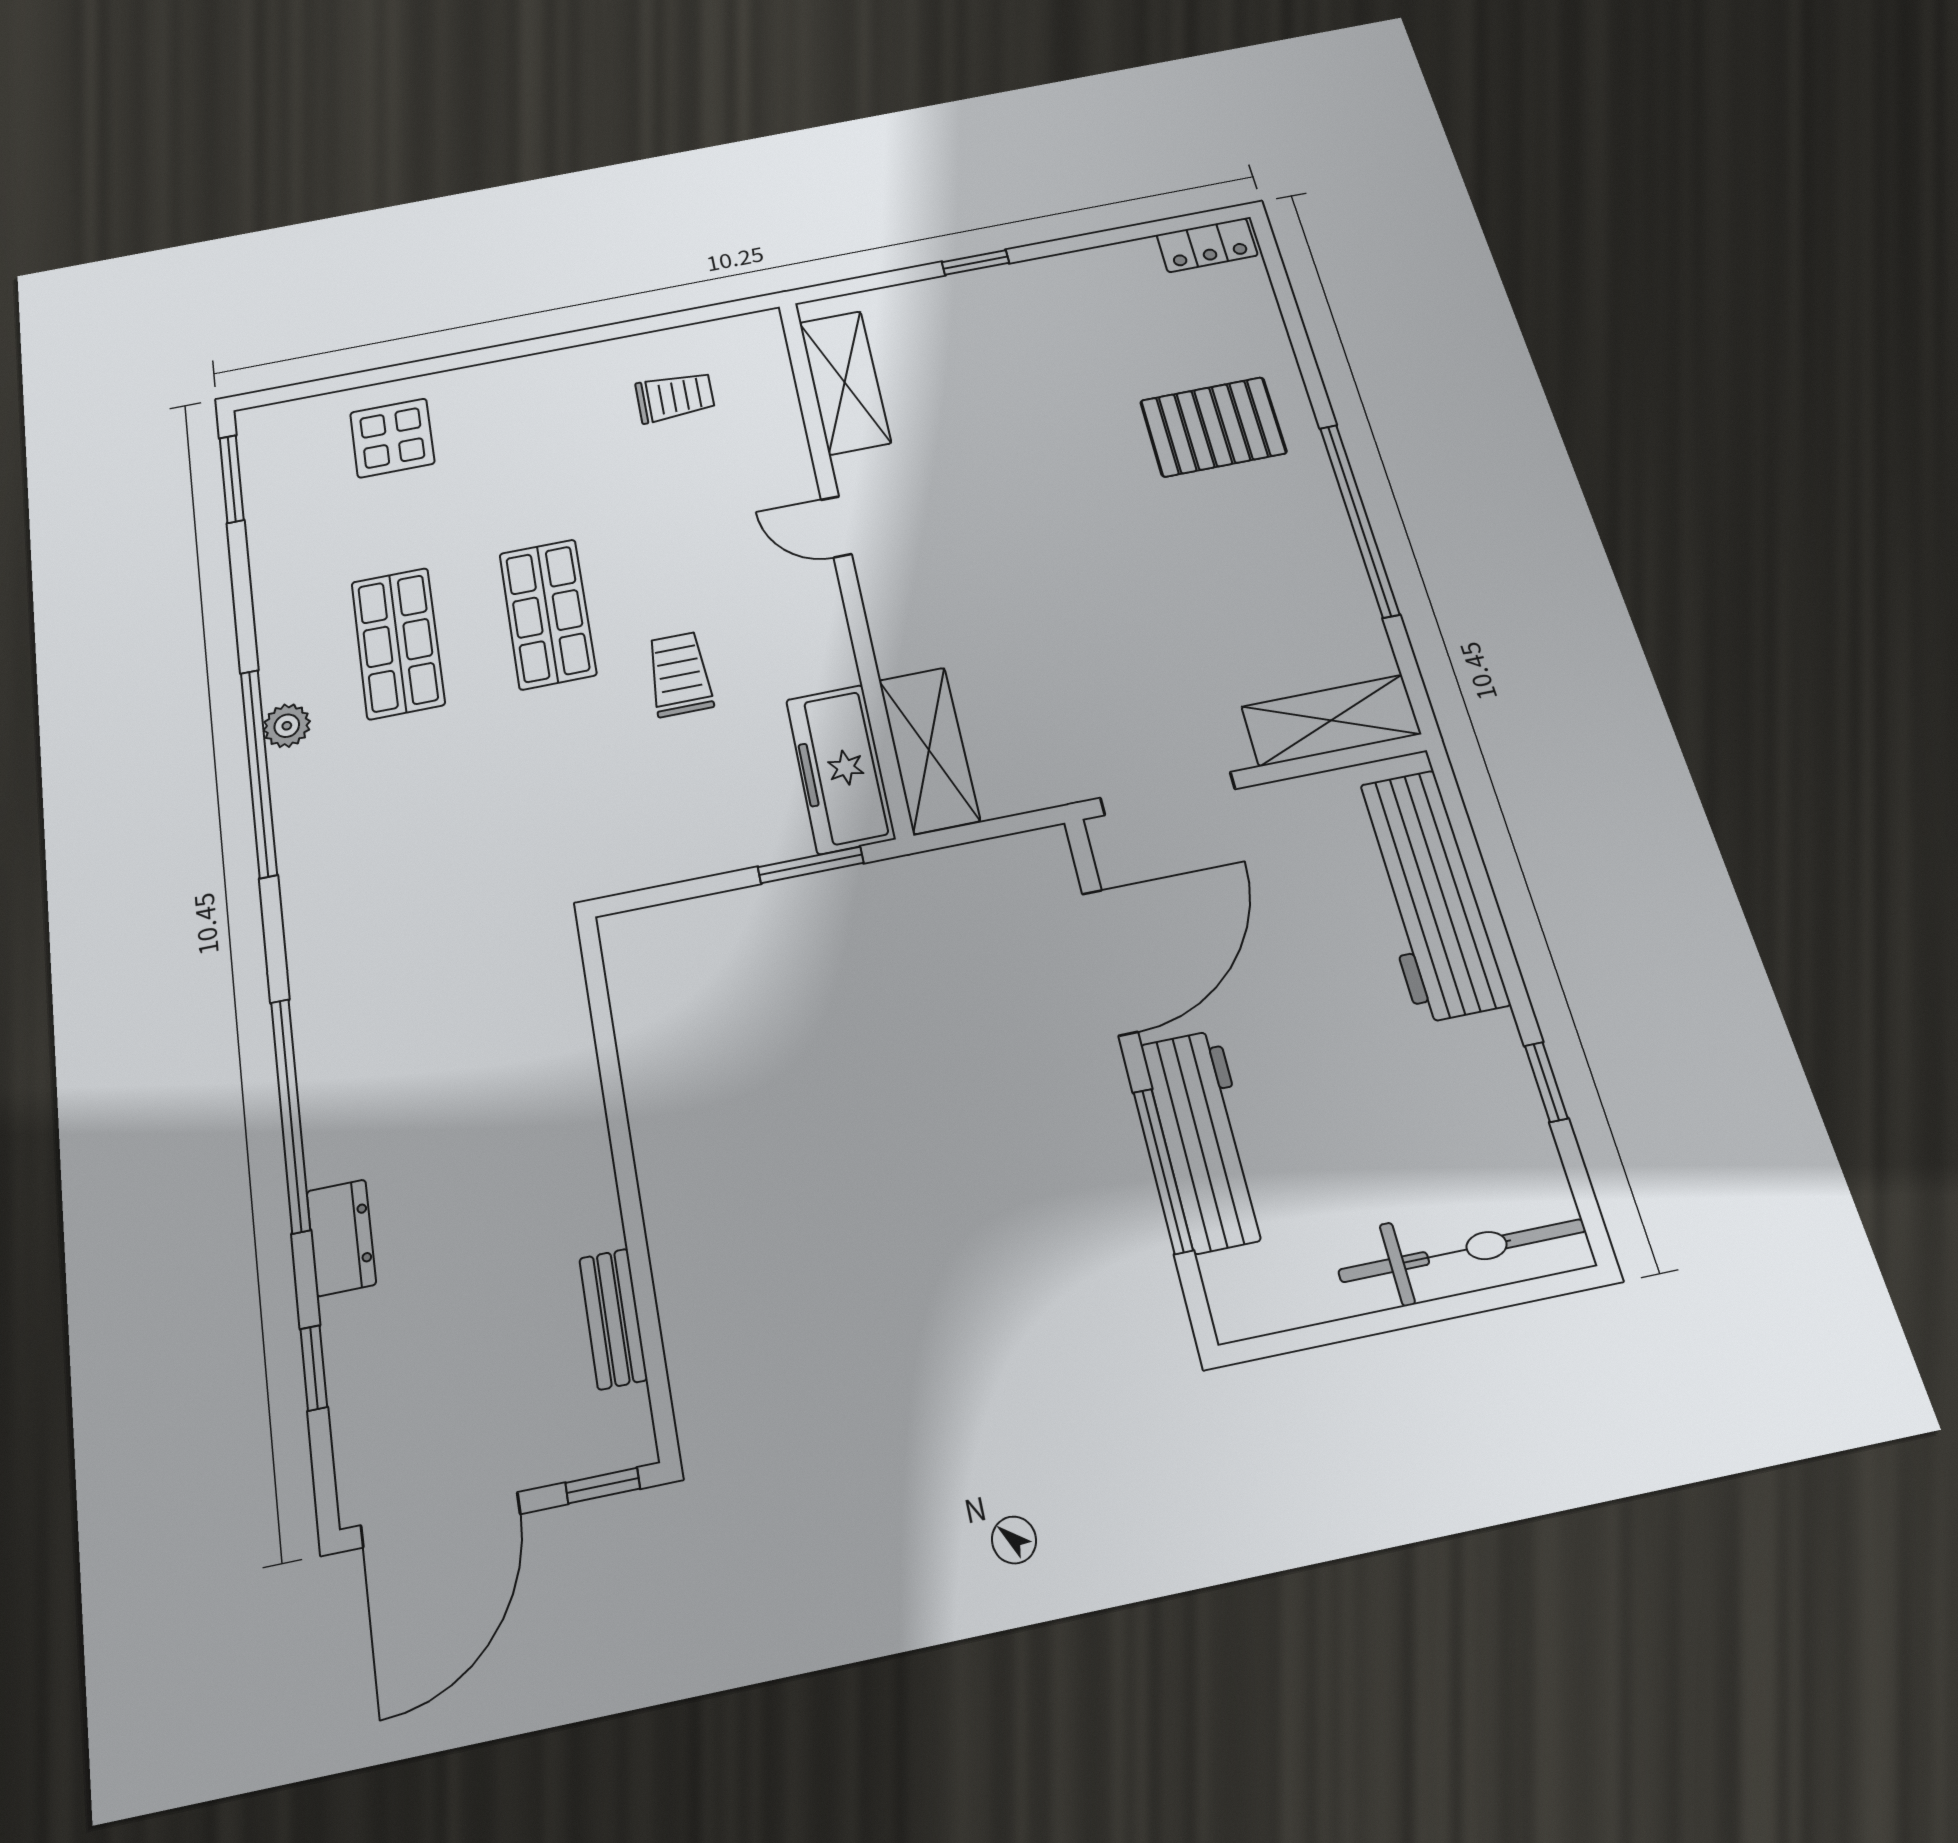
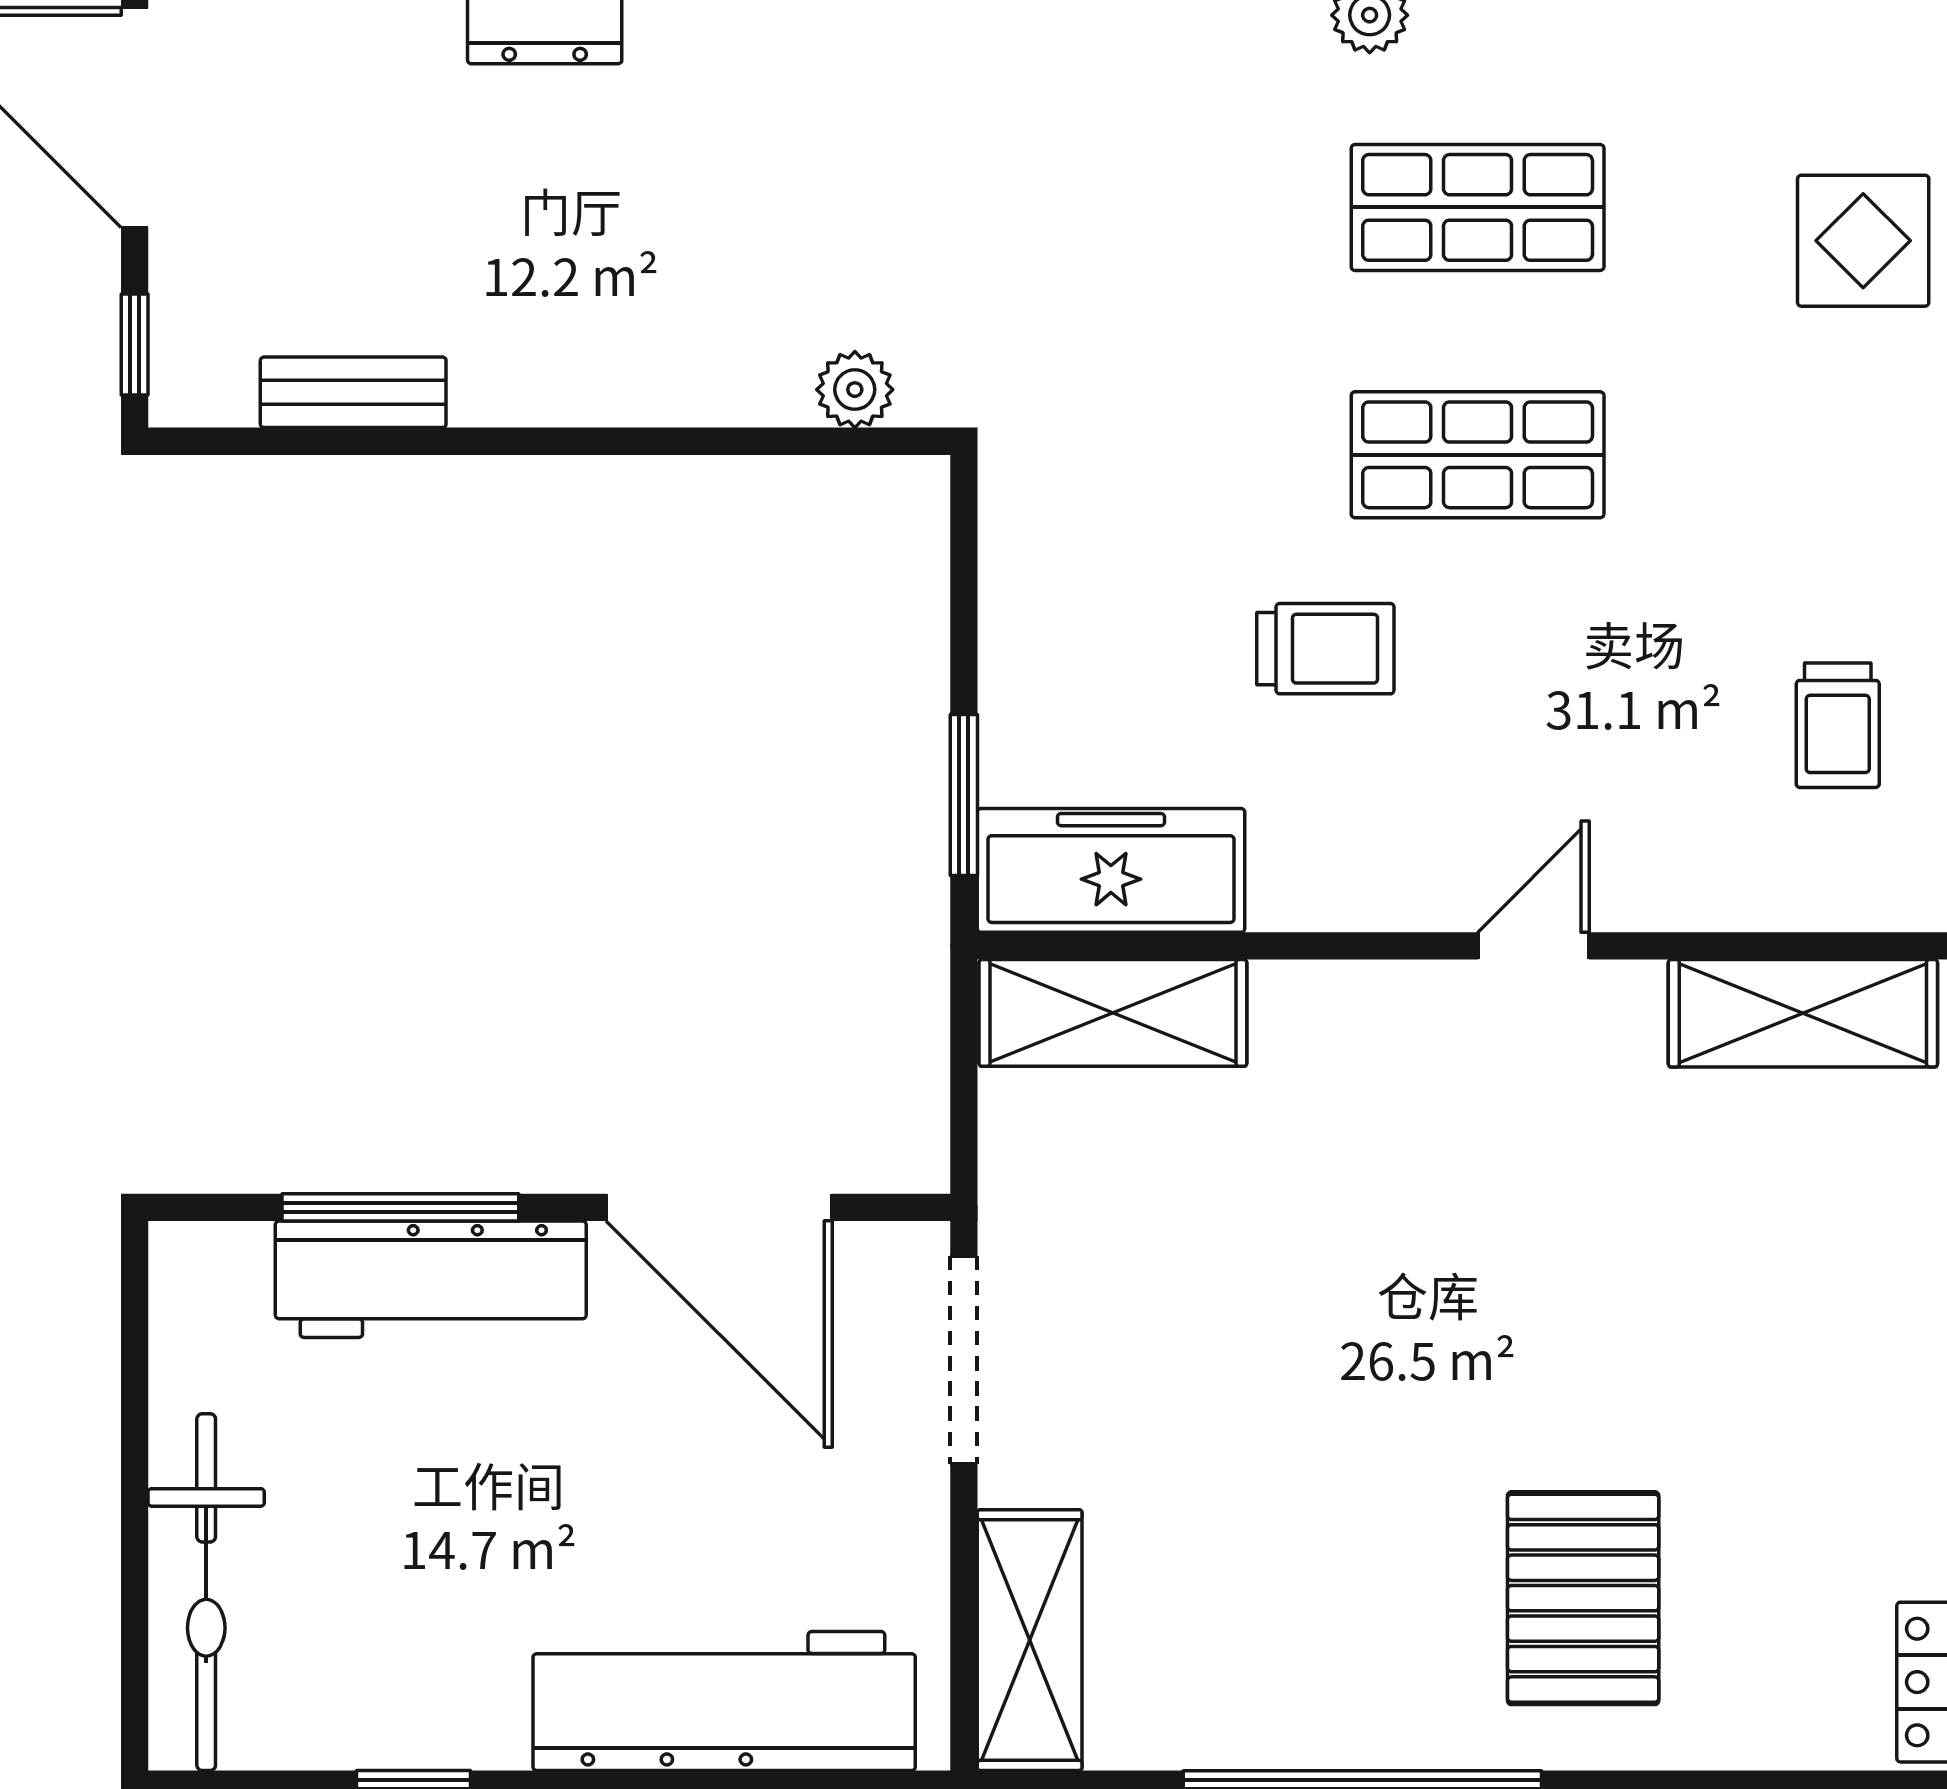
plant: (562, 984) -> (855, 390), added

